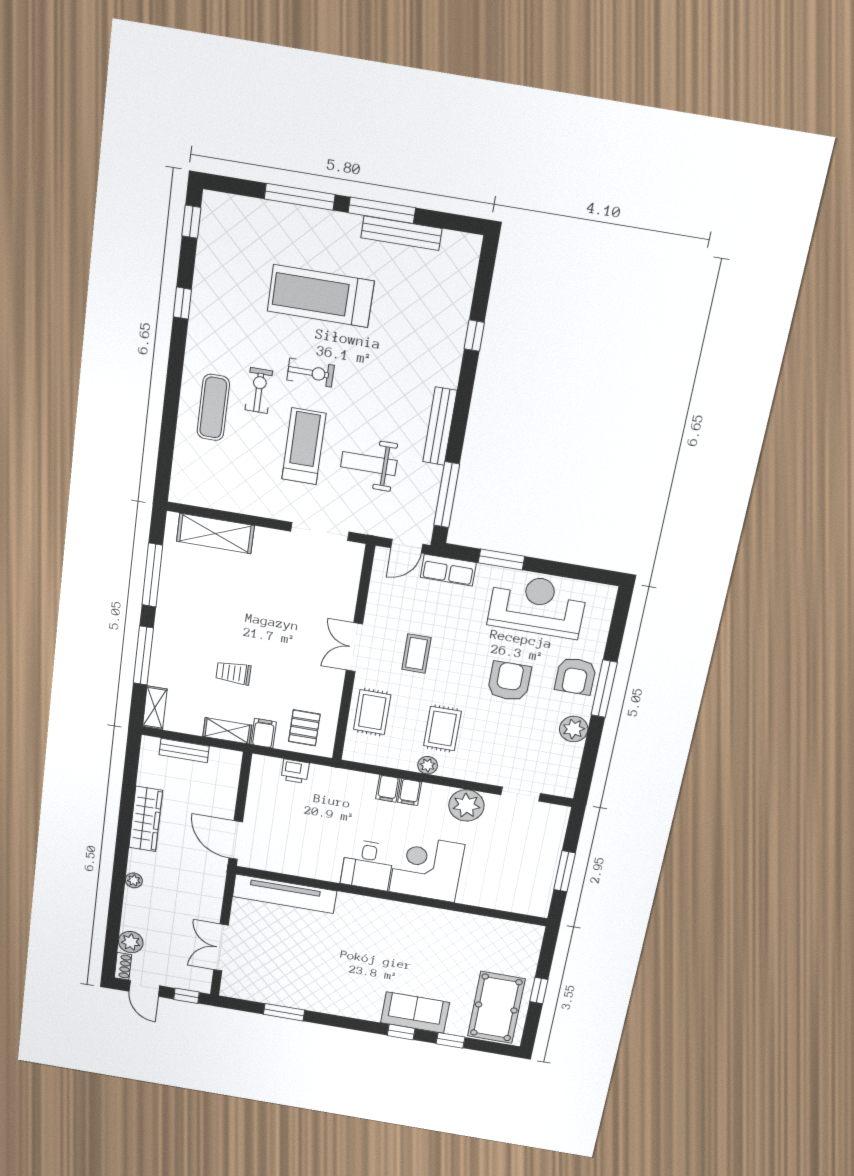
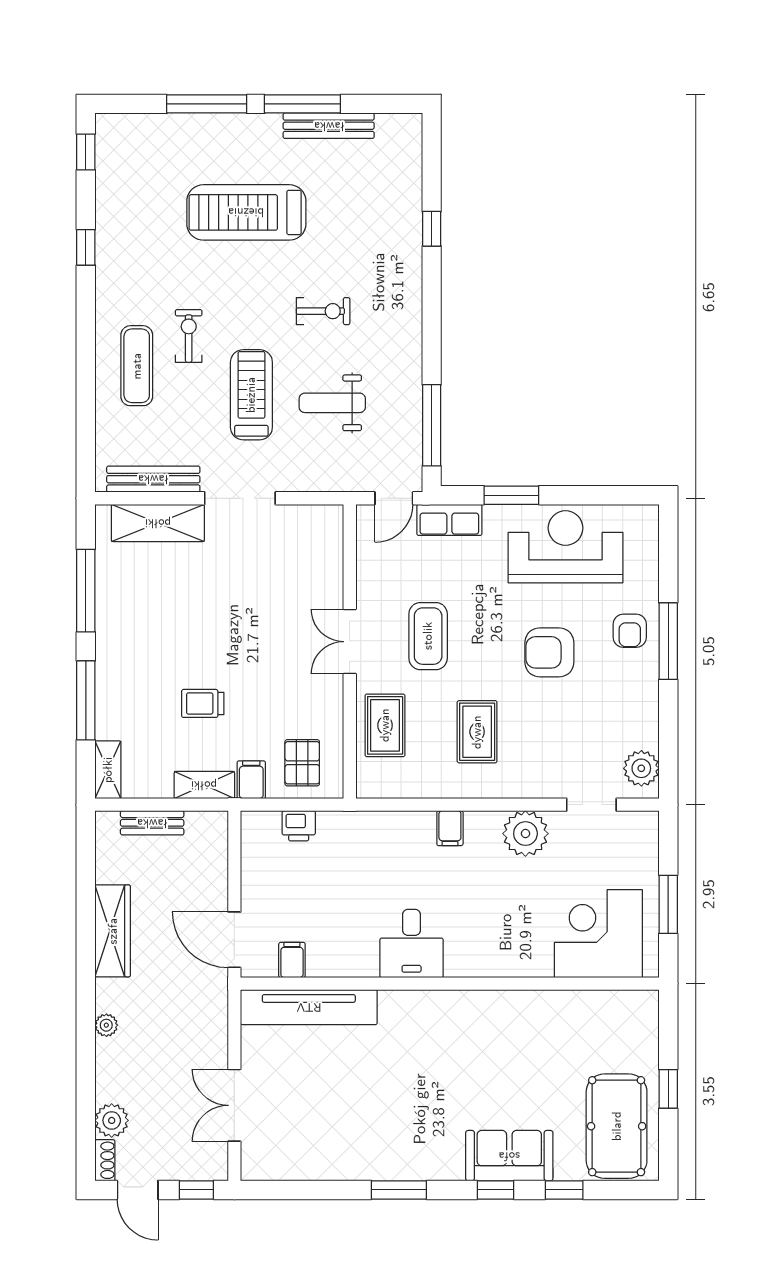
exercise bike: (311, 373) -> (323, 311), moved
bench: (440, 426) -> (153, 479), moved, turned 90
doorway: (320, 532) -> (240, 498), moved
coffee table: (416, 654) -> (428, 636), width x1.36, depth x1.30
armchair: (575, 676) -> (630, 631), width x0.72, depth x0.72
armchair: (509, 681) -> (549, 652), turned -90
plant: (574, 729) -> (641, 768), moved
plant: (428, 765) -> (467, 786), removed
filing cabinet: (388, 789) -> (292, 960), moved, turned 180
corner desk: (427, 868) -> (598, 934), moved
window: (284, 1012) -> (399, 1190), moved

